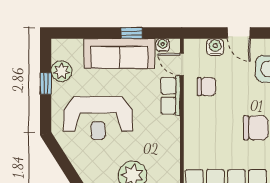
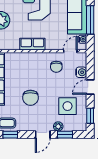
window: (132, 33) -> (90, 20), width x2.17
row of seats: (170, 96) -> (32, 44), moved

